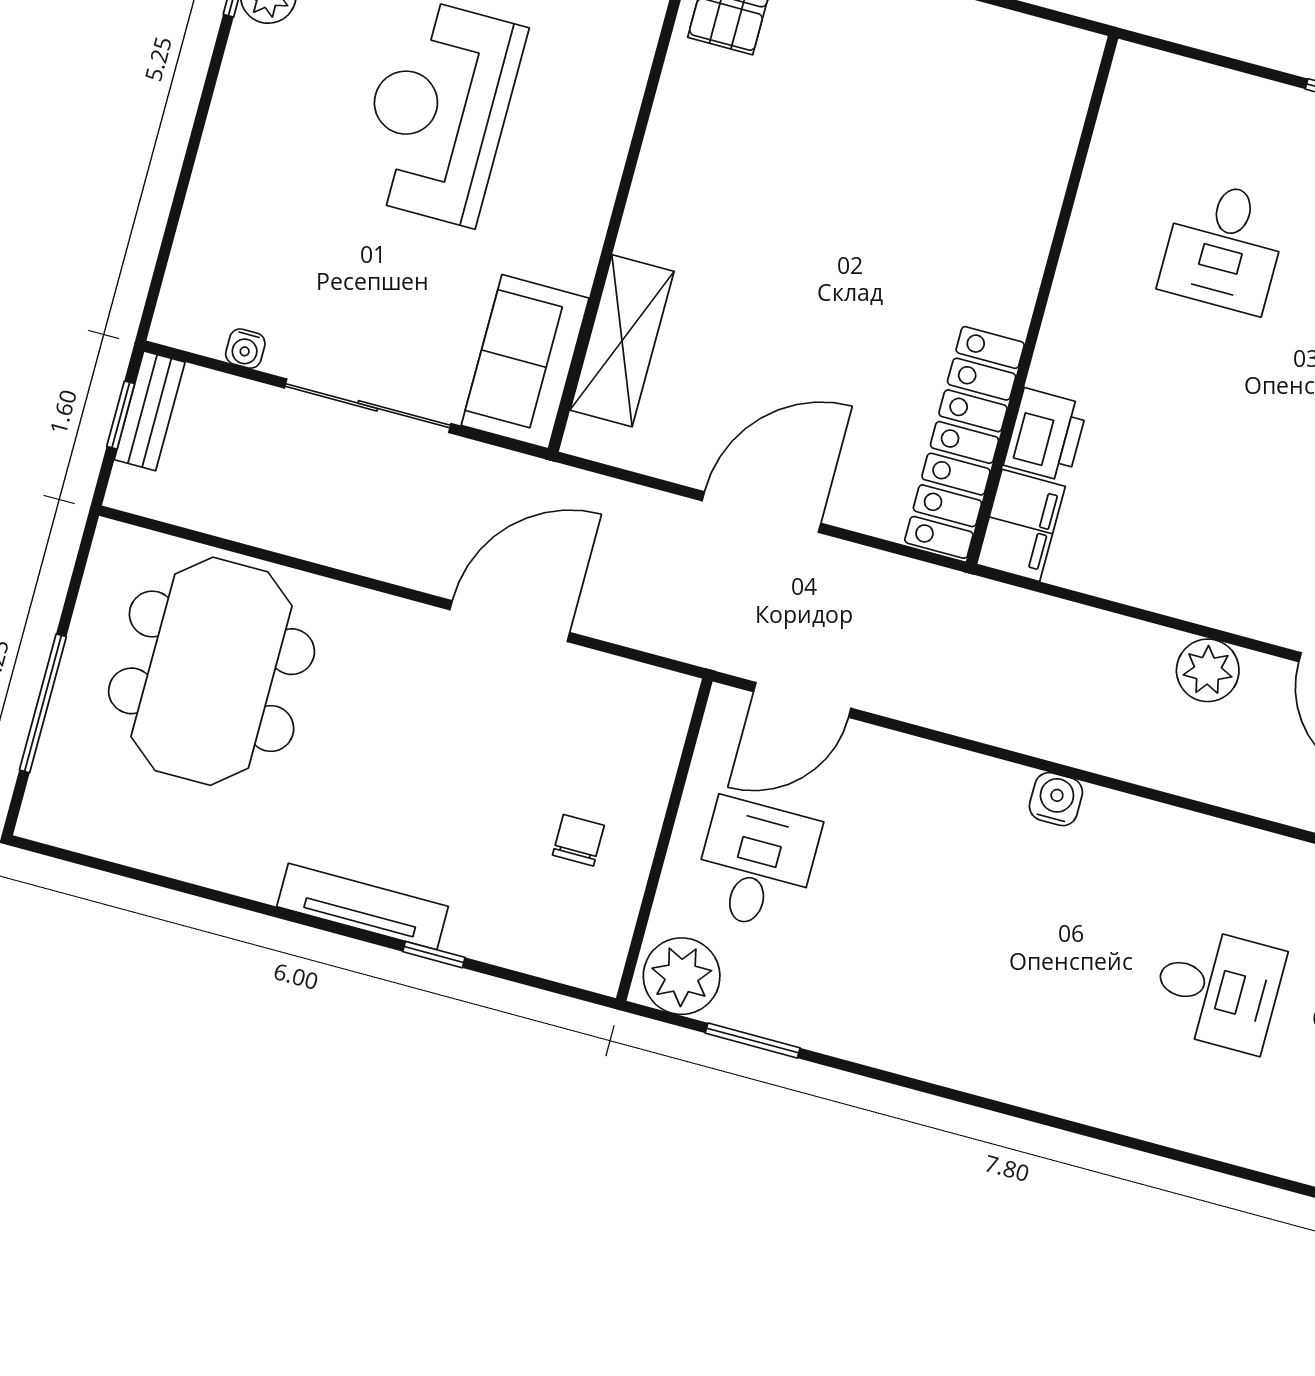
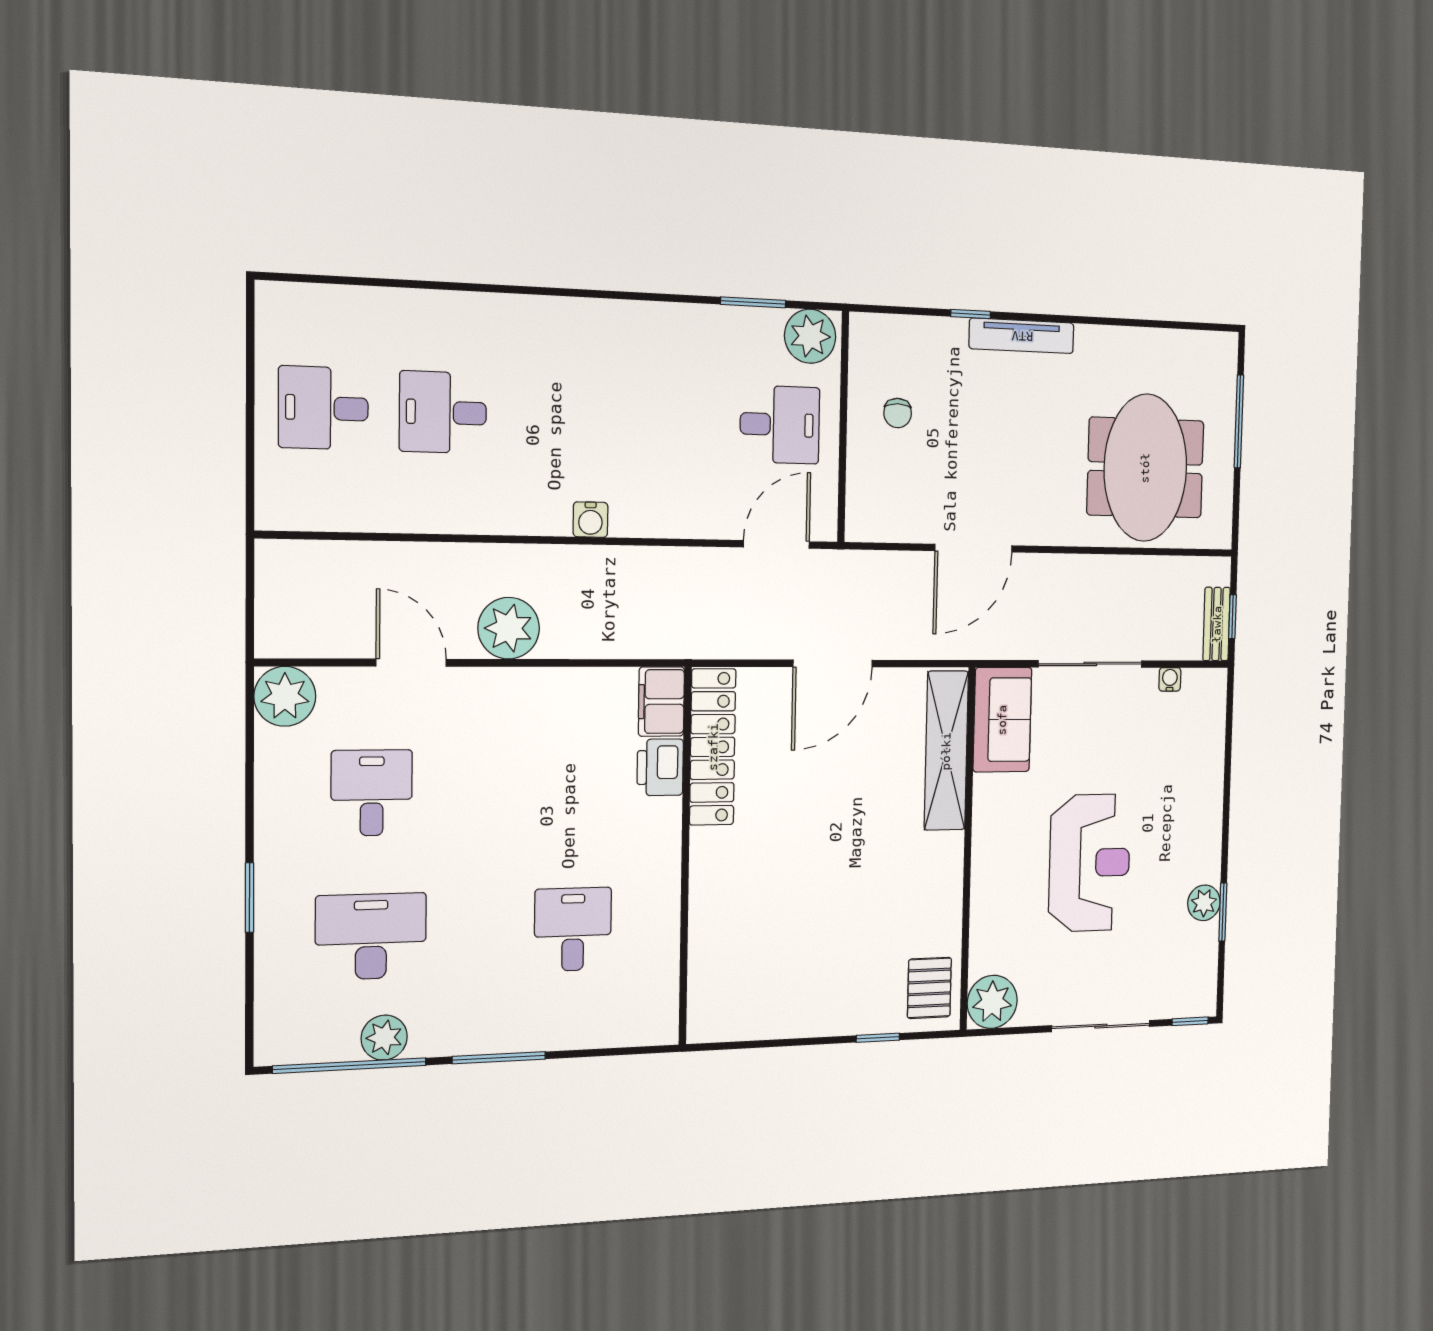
shelving: (622, 341) -> (946, 751), width x1.47
plant: (1208, 670) -> (509, 628), width x1.36, depth x1.36
desk: (756, 864) -> (780, 425), turned -90

